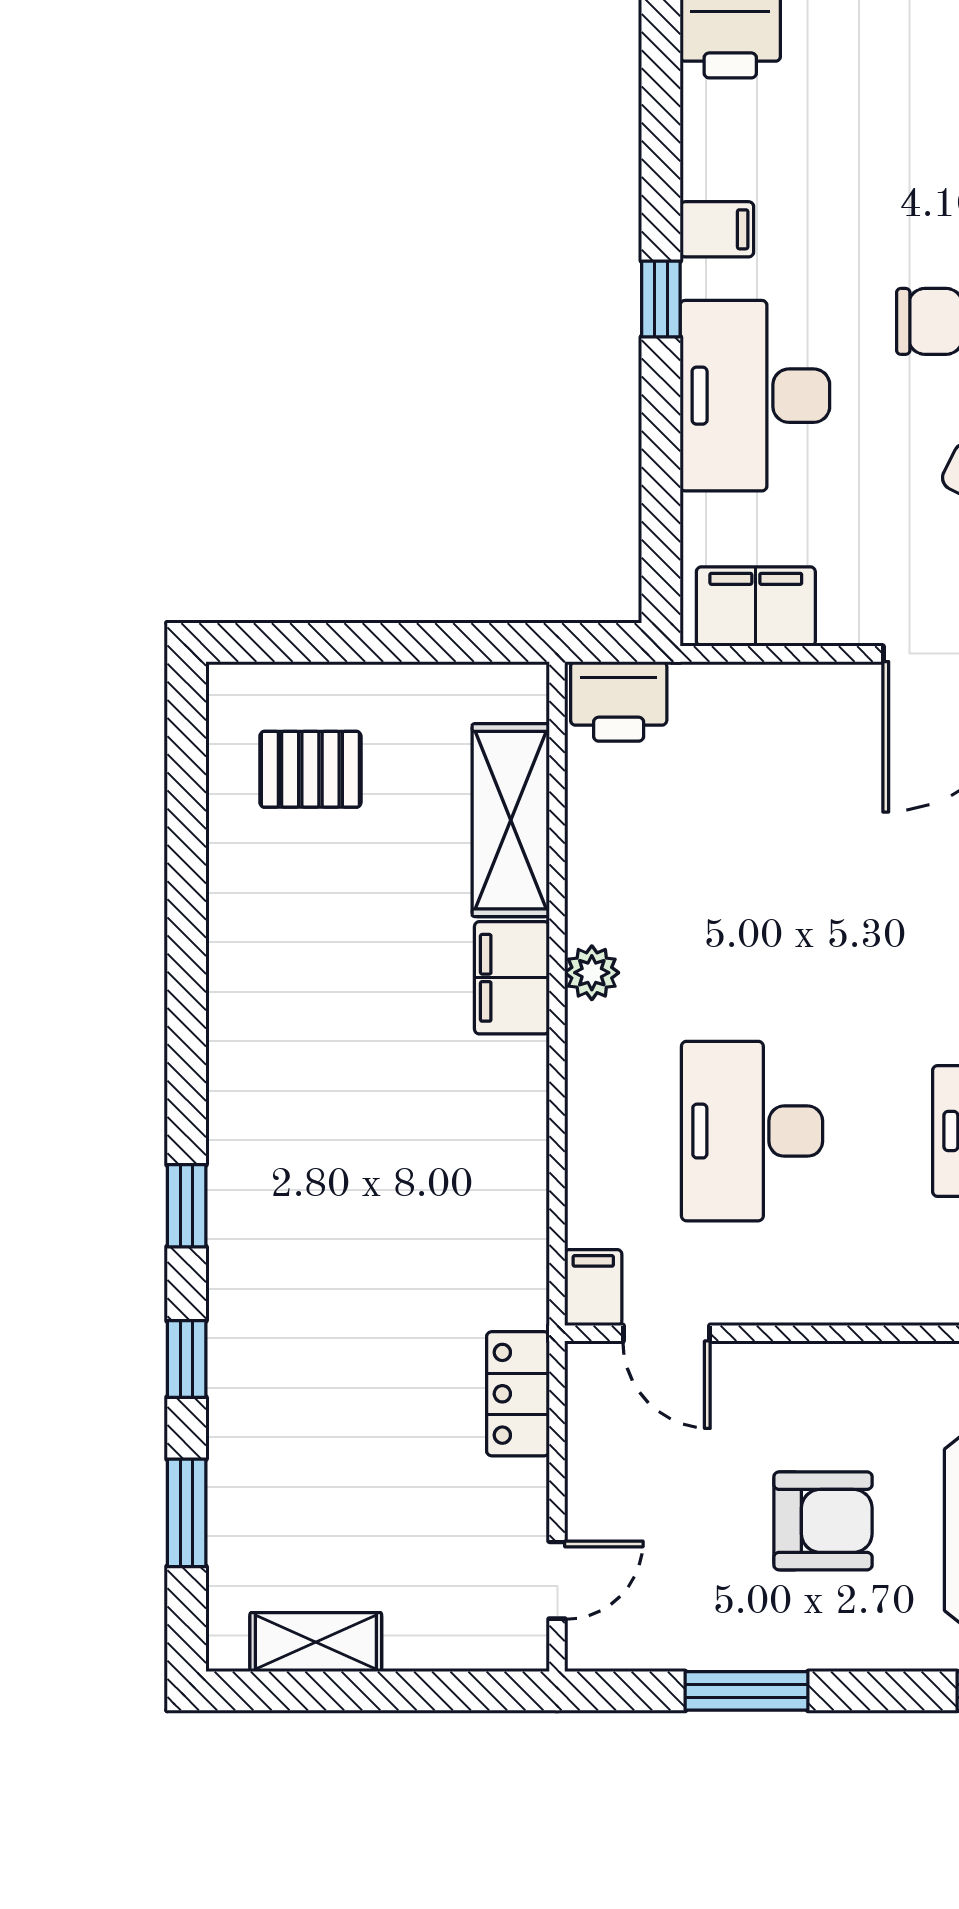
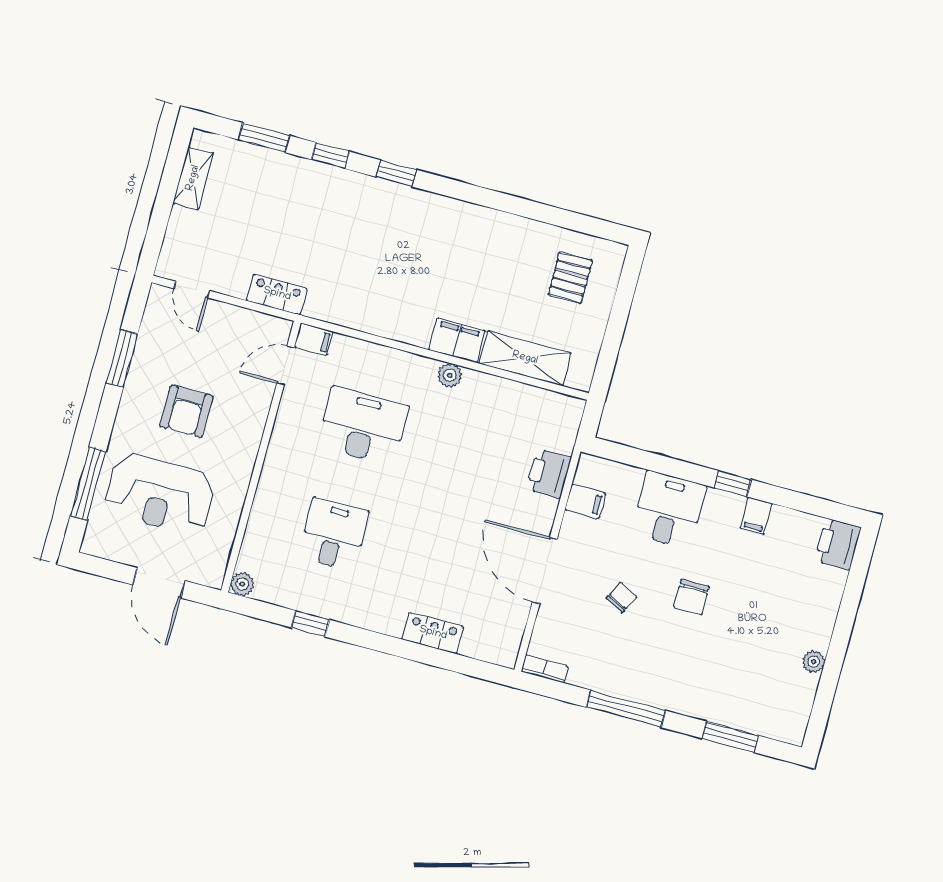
desk: (755, 396) -> (669, 510), width x0.73
filing cabinet: (756, 607) -> (585, 502), width x0.50
printer: (619, 701) -> (549, 473), moved

